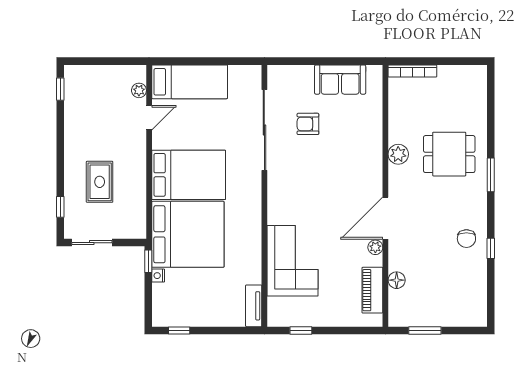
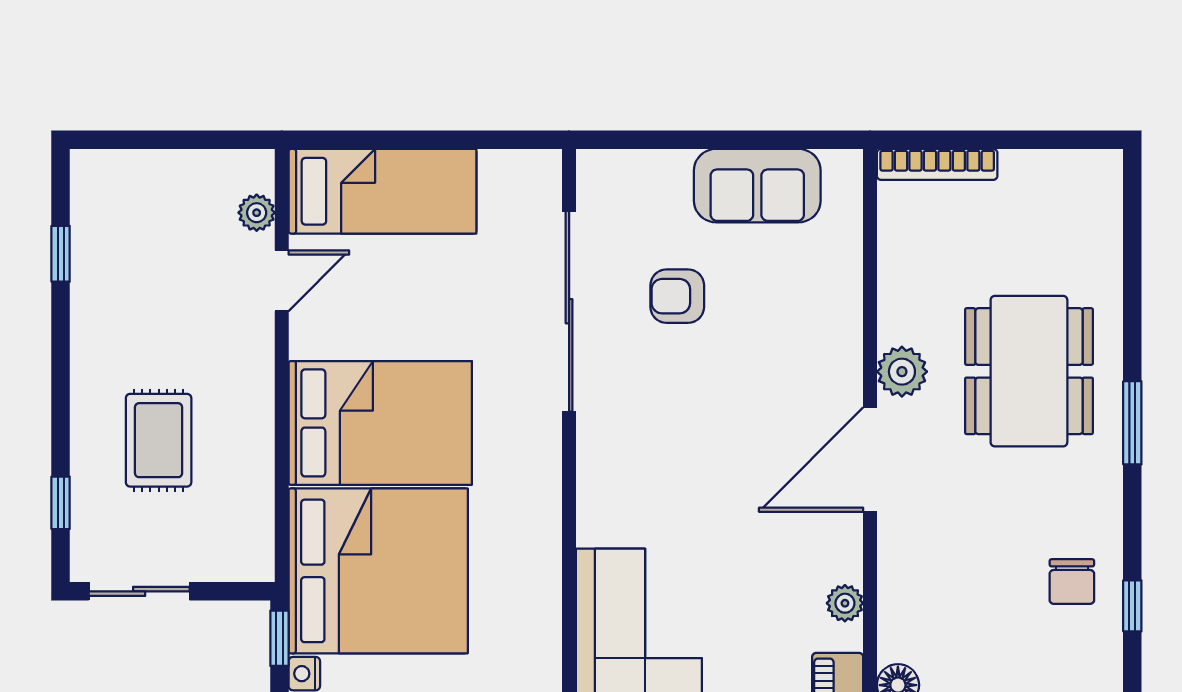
window: (60, 89) -> (61, 254), moved
dining table: (449, 154) -> (1029, 371), width x1.38
door: (385, 218) -> (870, 460), moved

